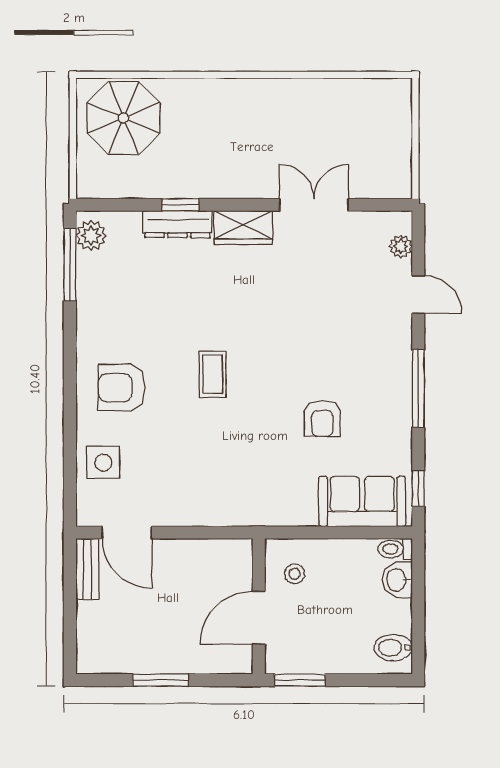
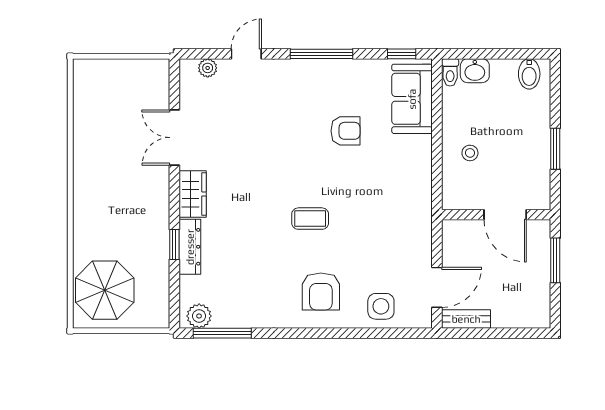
wall: (259, 606) -> (496, 215), moved
door: (259, 618) -> (505, 215), moved

